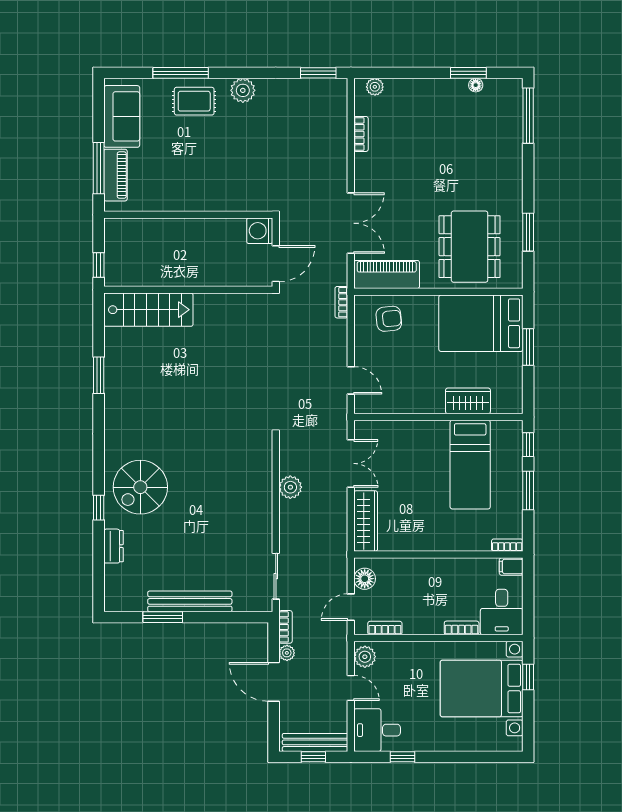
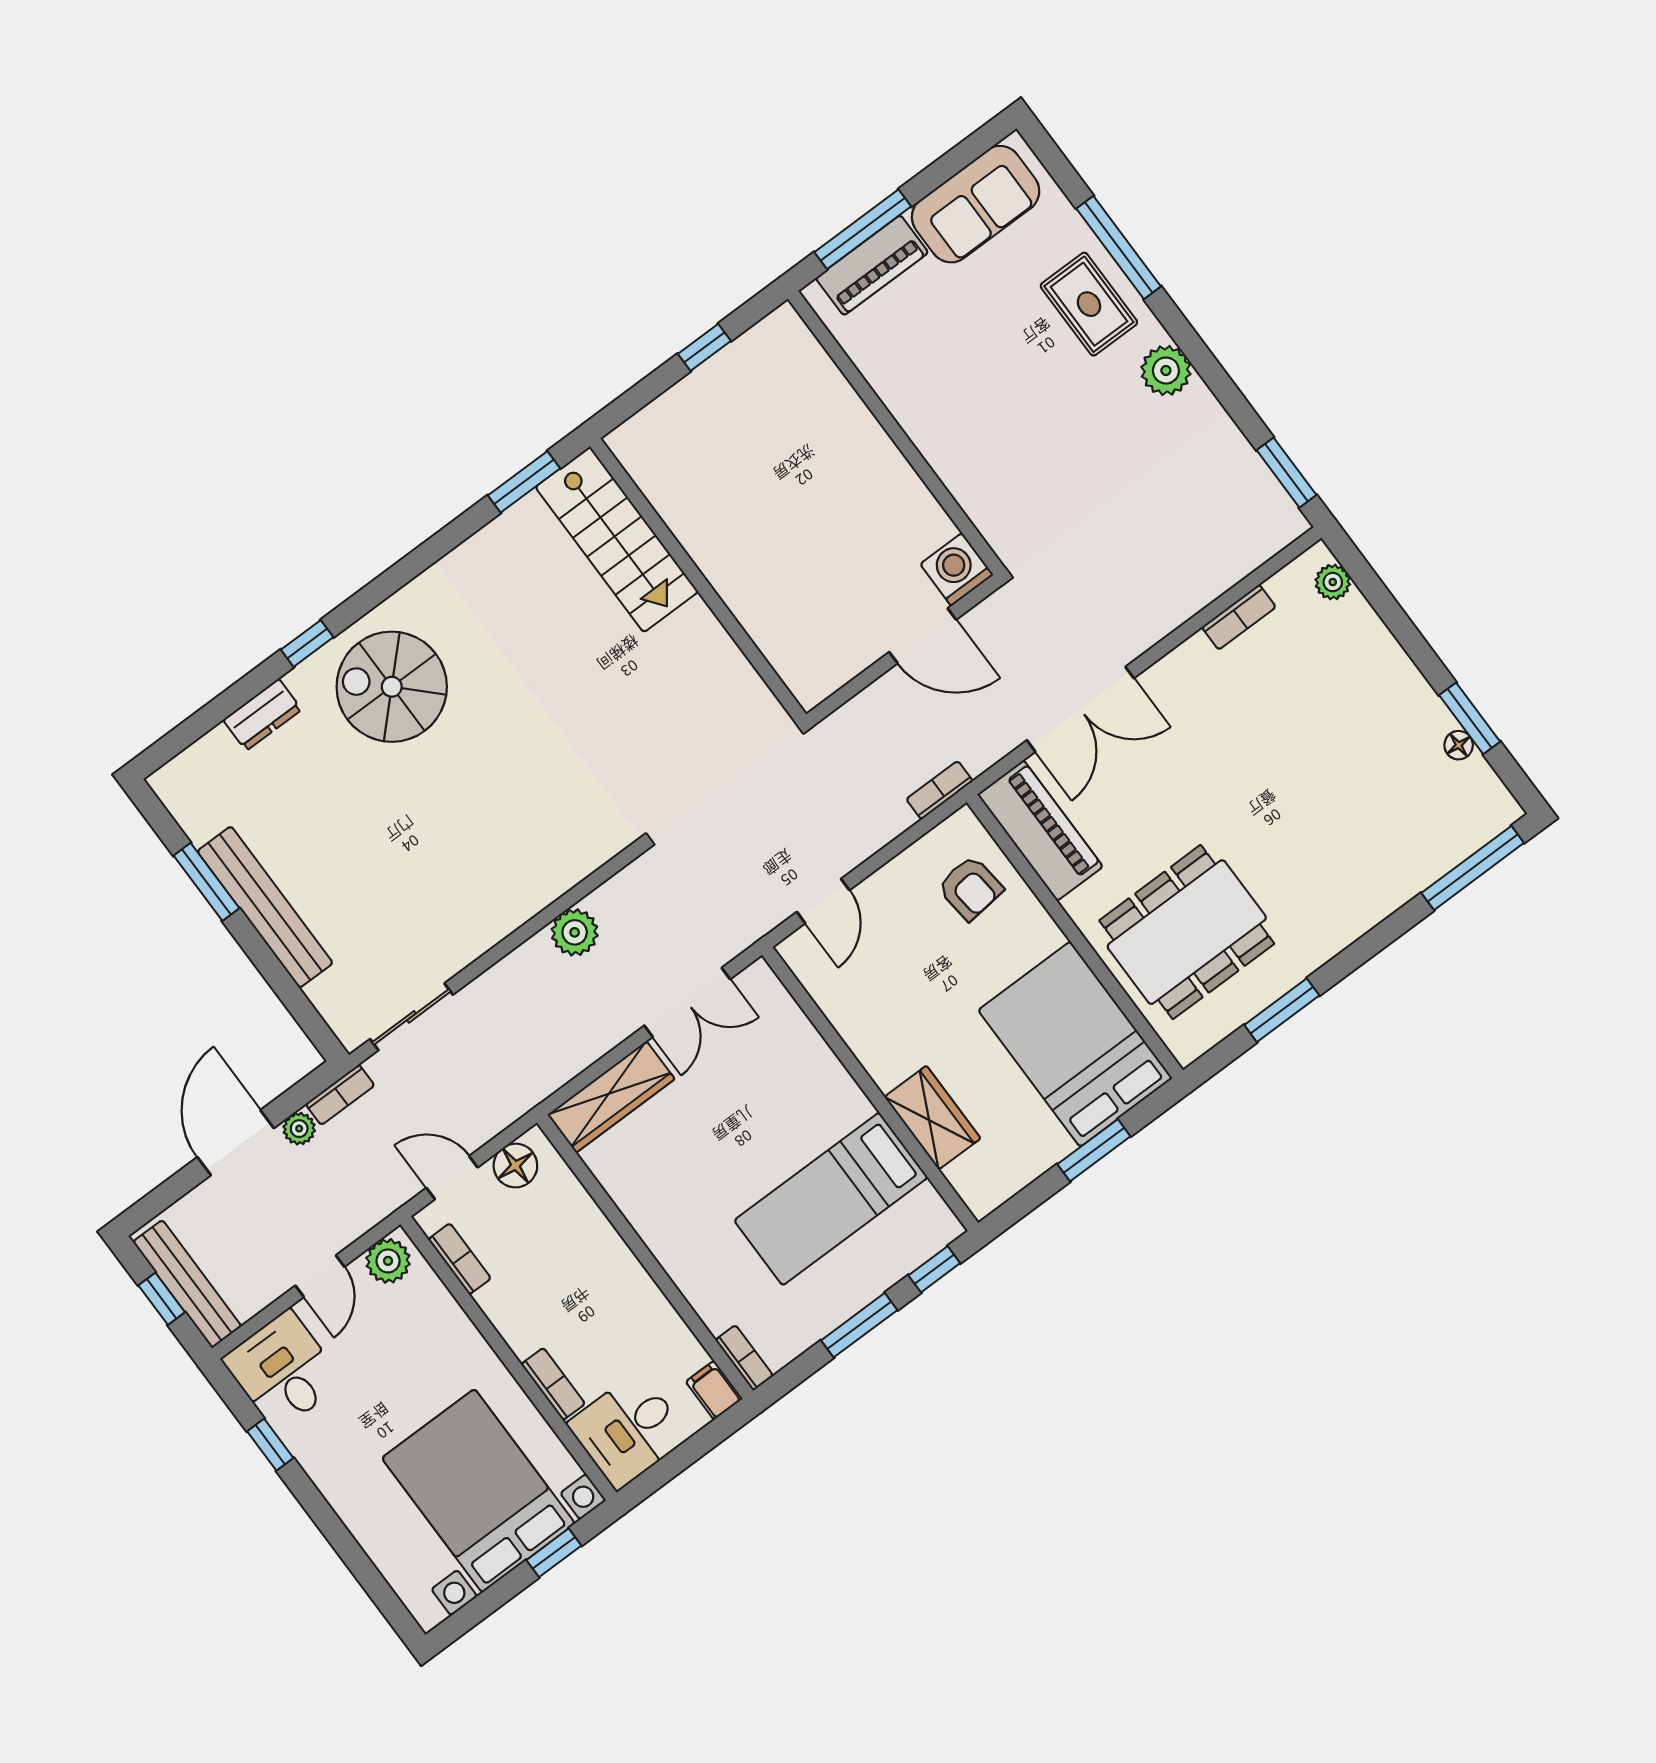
wall: (188, 290) -> (698, 580), moved
stairs: (148, 310) -> (617, 539), moved

